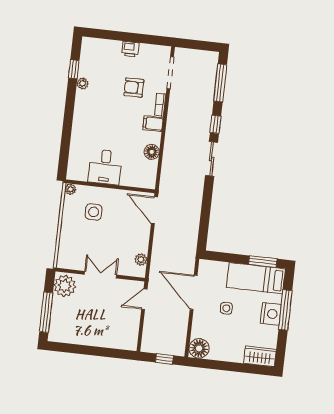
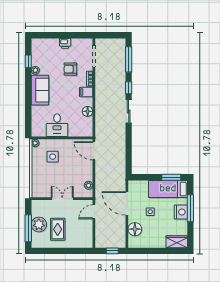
sofa: (86, 113) -> (40, 90), added
plant: (65, 286) -> (39, 224), moved
rug: (89, 318) -> (58, 229), added
floor lamp: (199, 348) -> (135, 229), moved

